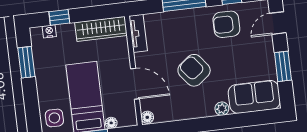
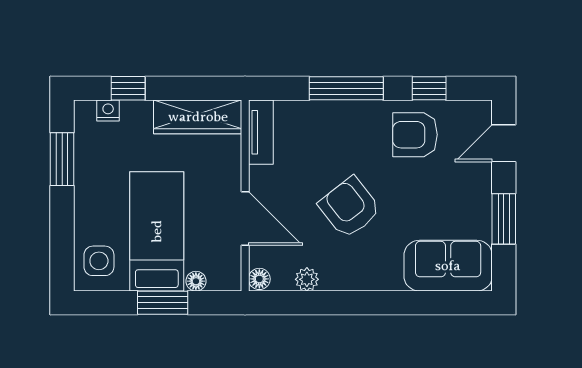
plant: (222, 109) -> (307, 279), moved

